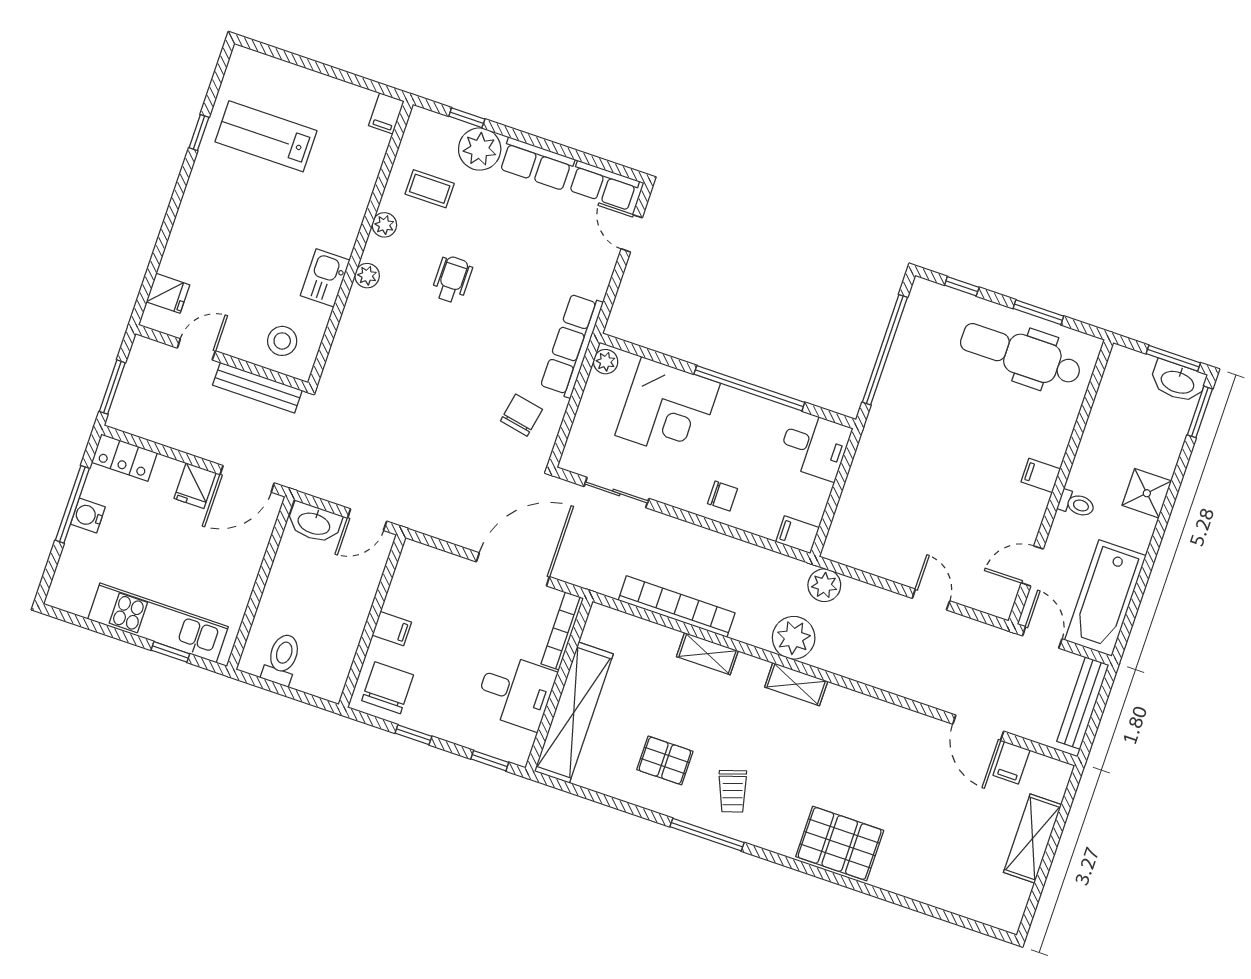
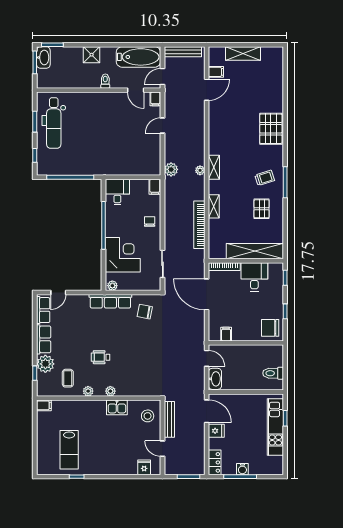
filing cabinet: (1041, 475) -> (155, 99), moved
filing cabinet: (392, 629) -> (226, 334), moved
plant: (794, 638) -> (200, 170), width x0.53, depth x0.53

